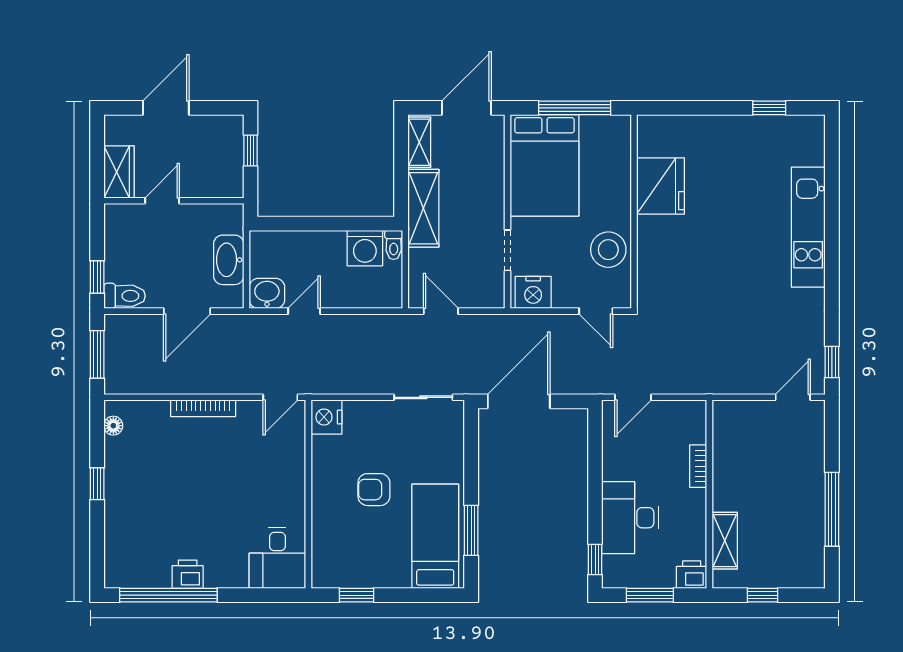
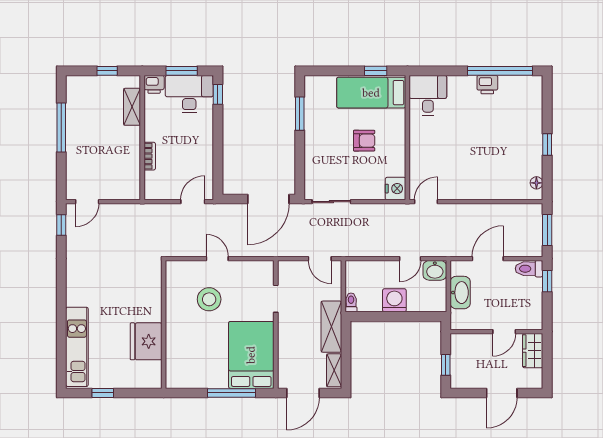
fridge: (661, 186) -> (146, 341), moved
wall: (634, 212) -> (164, 324), moved
kitchen unit: (808, 227) -> (77, 347), moved
washing machine: (365, 248) -> (394, 300), moved
nightstand: (533, 292) -> (259, 271), removed
bookcase: (203, 408) -> (477, 194), removed
desk: (630, 518) -> (189, 94), moved, turned -90
bed: (435, 536) -> (371, 93), moved, turned 90

